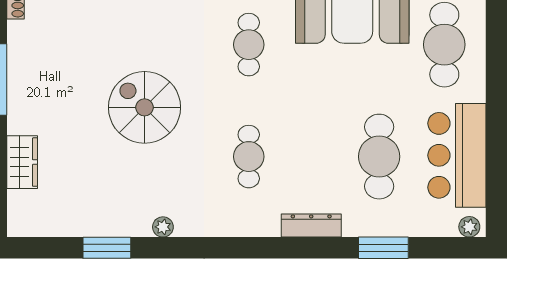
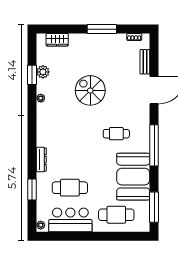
spiral stairs: (144, 107) -> (90, 90), turned -90
cafe table: (249, 157) -> (70, 134), removed
wardrobe: (22, 162) -> (57, 40), moved
plant: (100, 222) -> (43, 72), added

